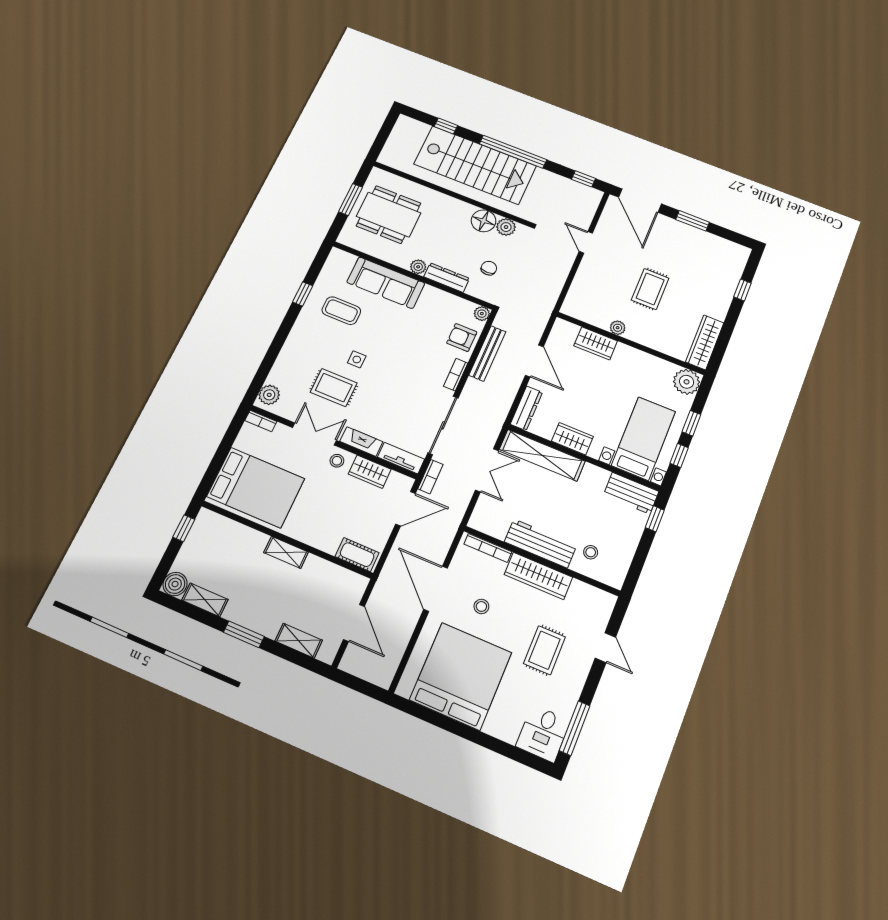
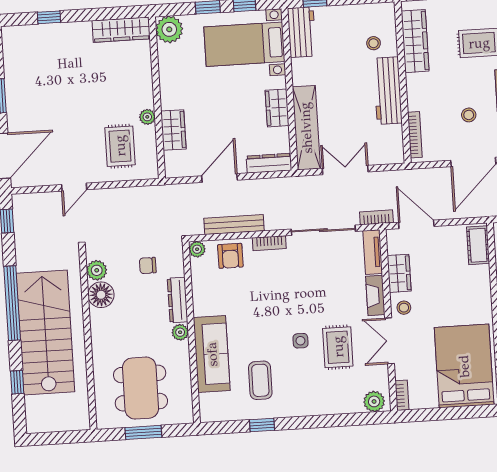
rug: (650, 289) -> (120, 146), moved, turned 90
wardrobe: (538, 576) -> (415, 41), moved

